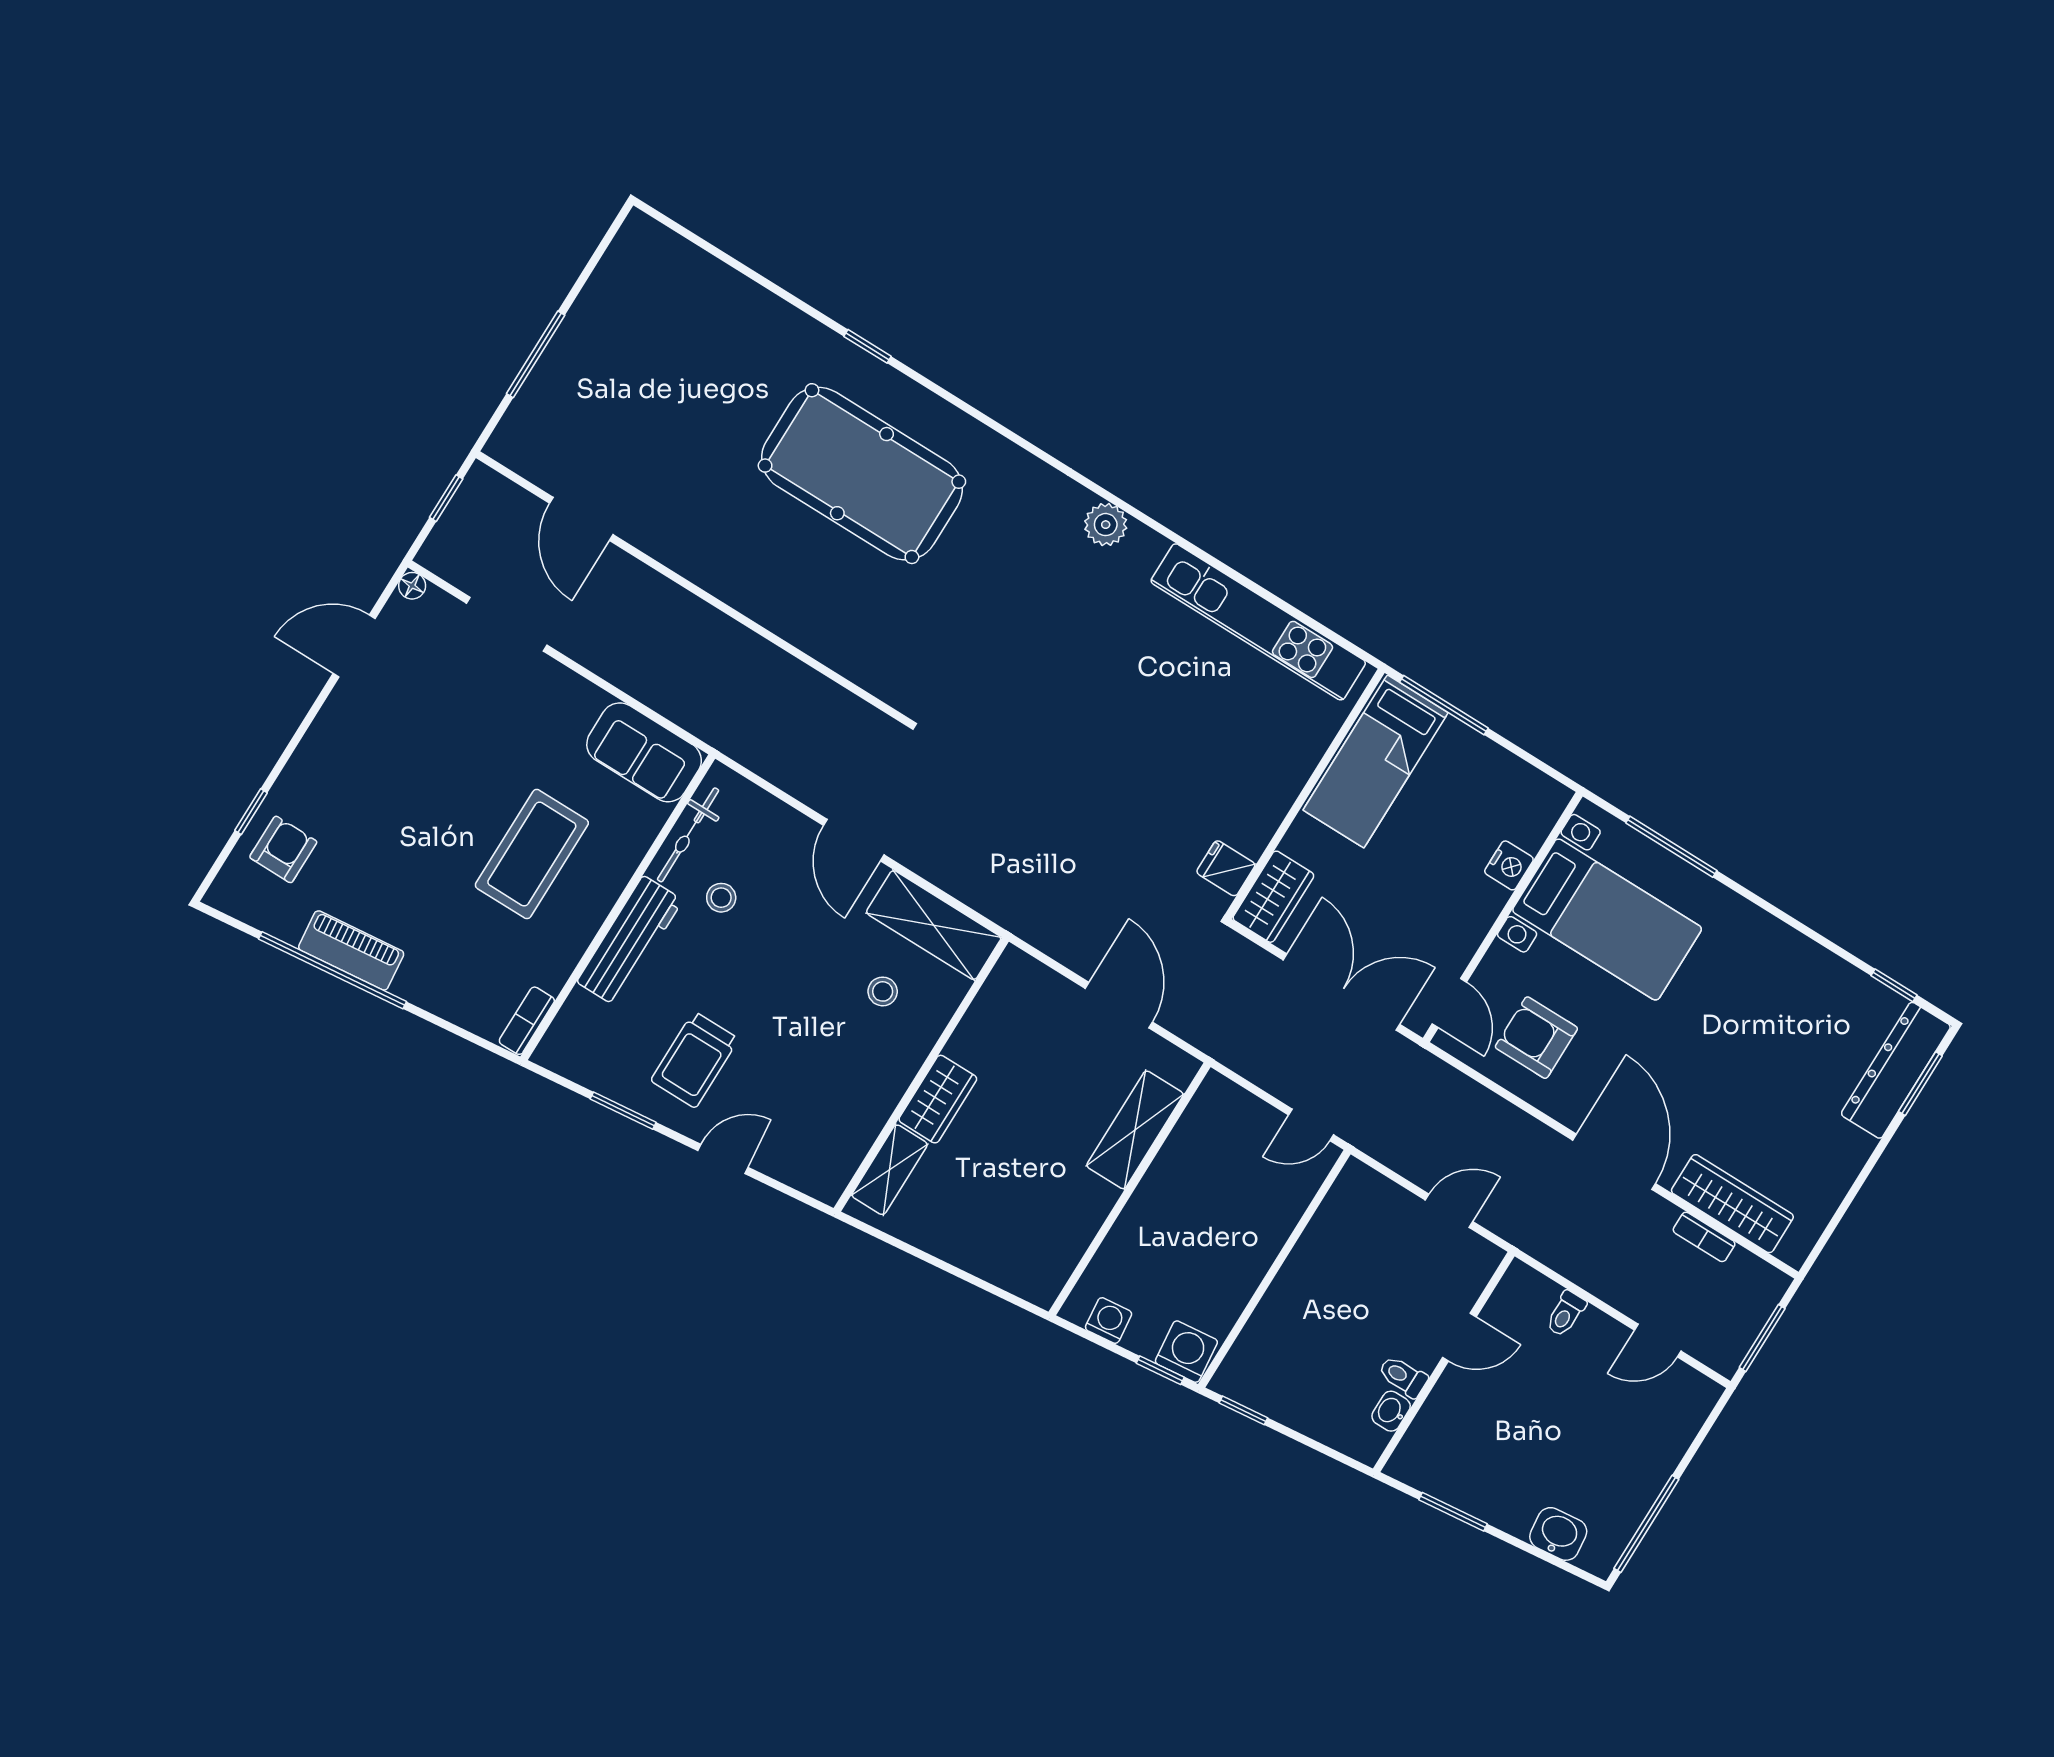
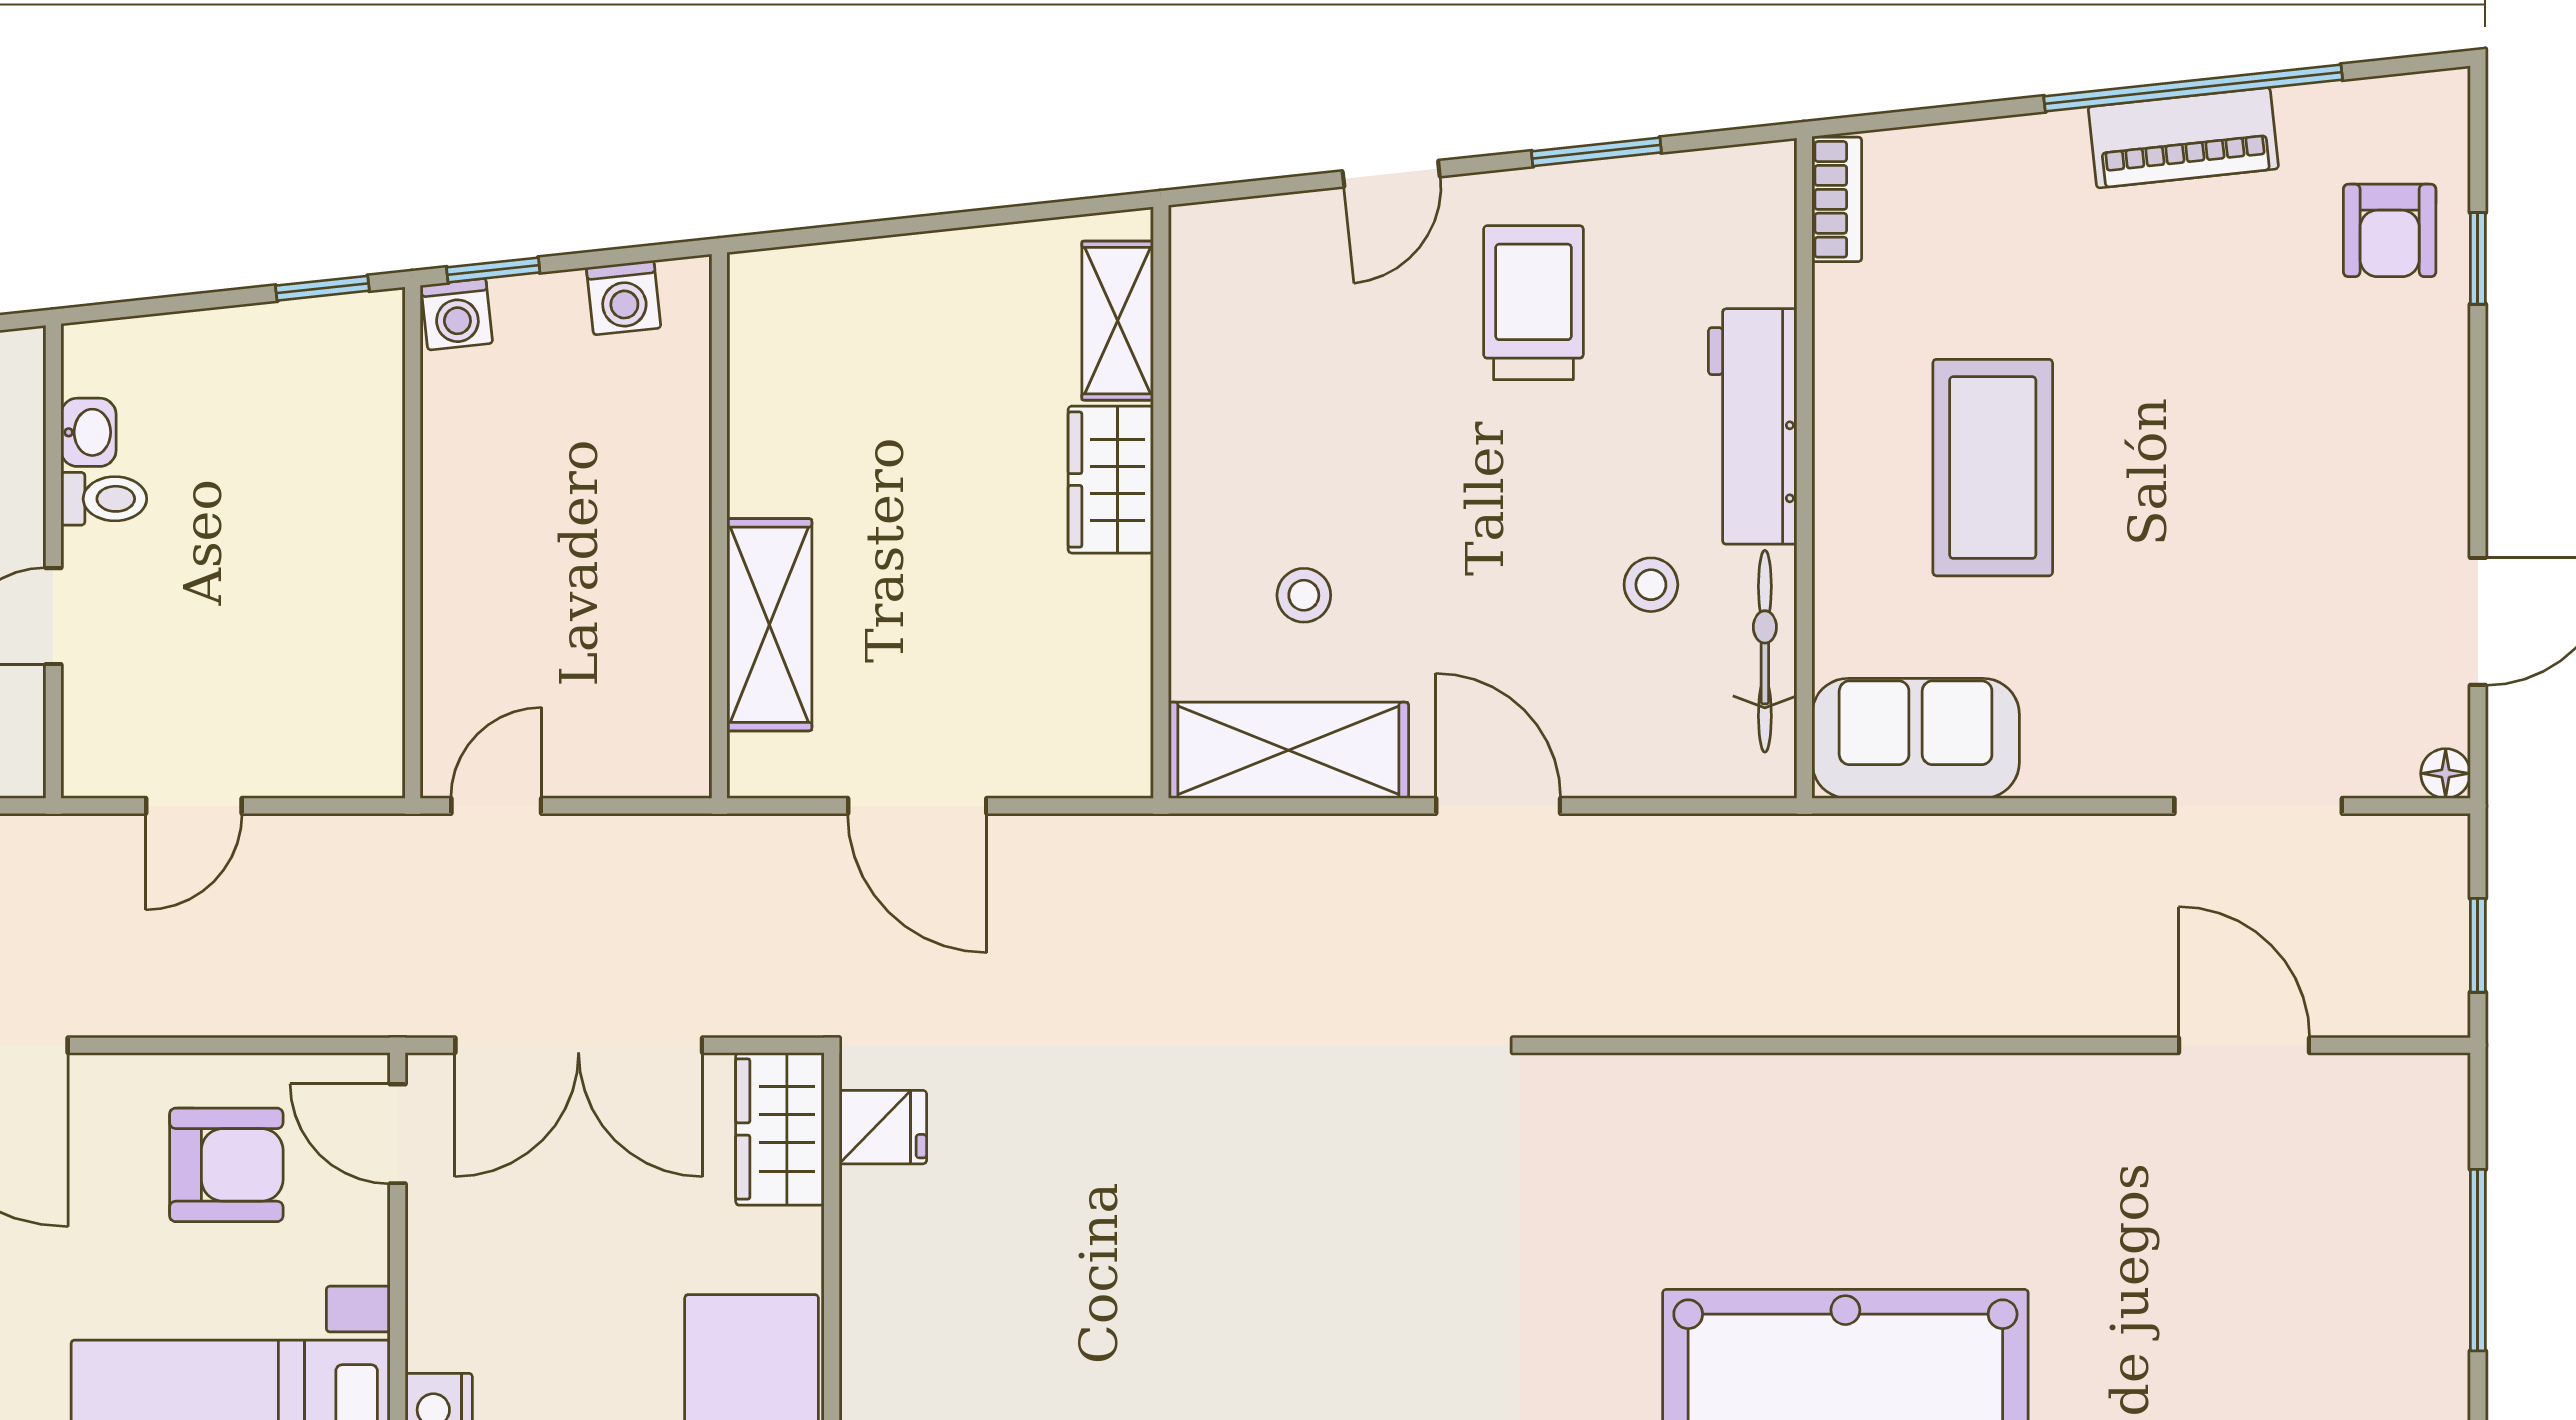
washing machine: (1186, 1352) -> (457, 314), width x0.73, depth x0.73

